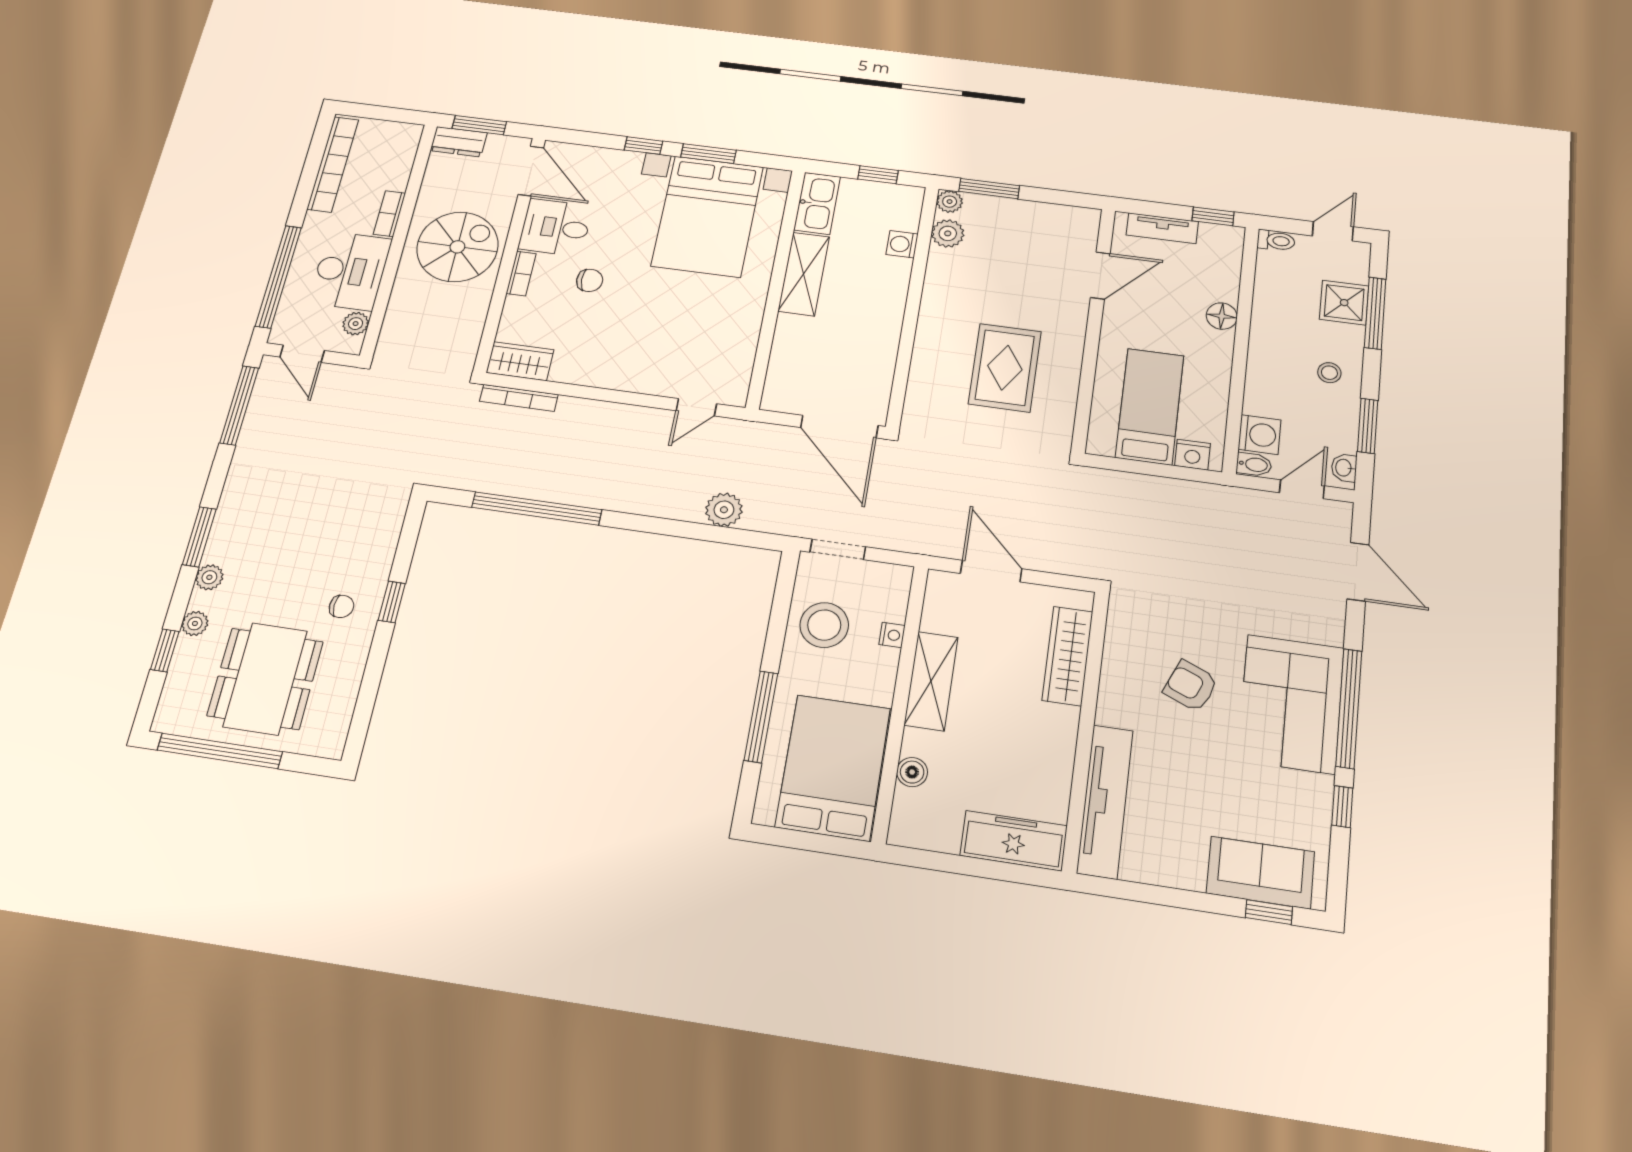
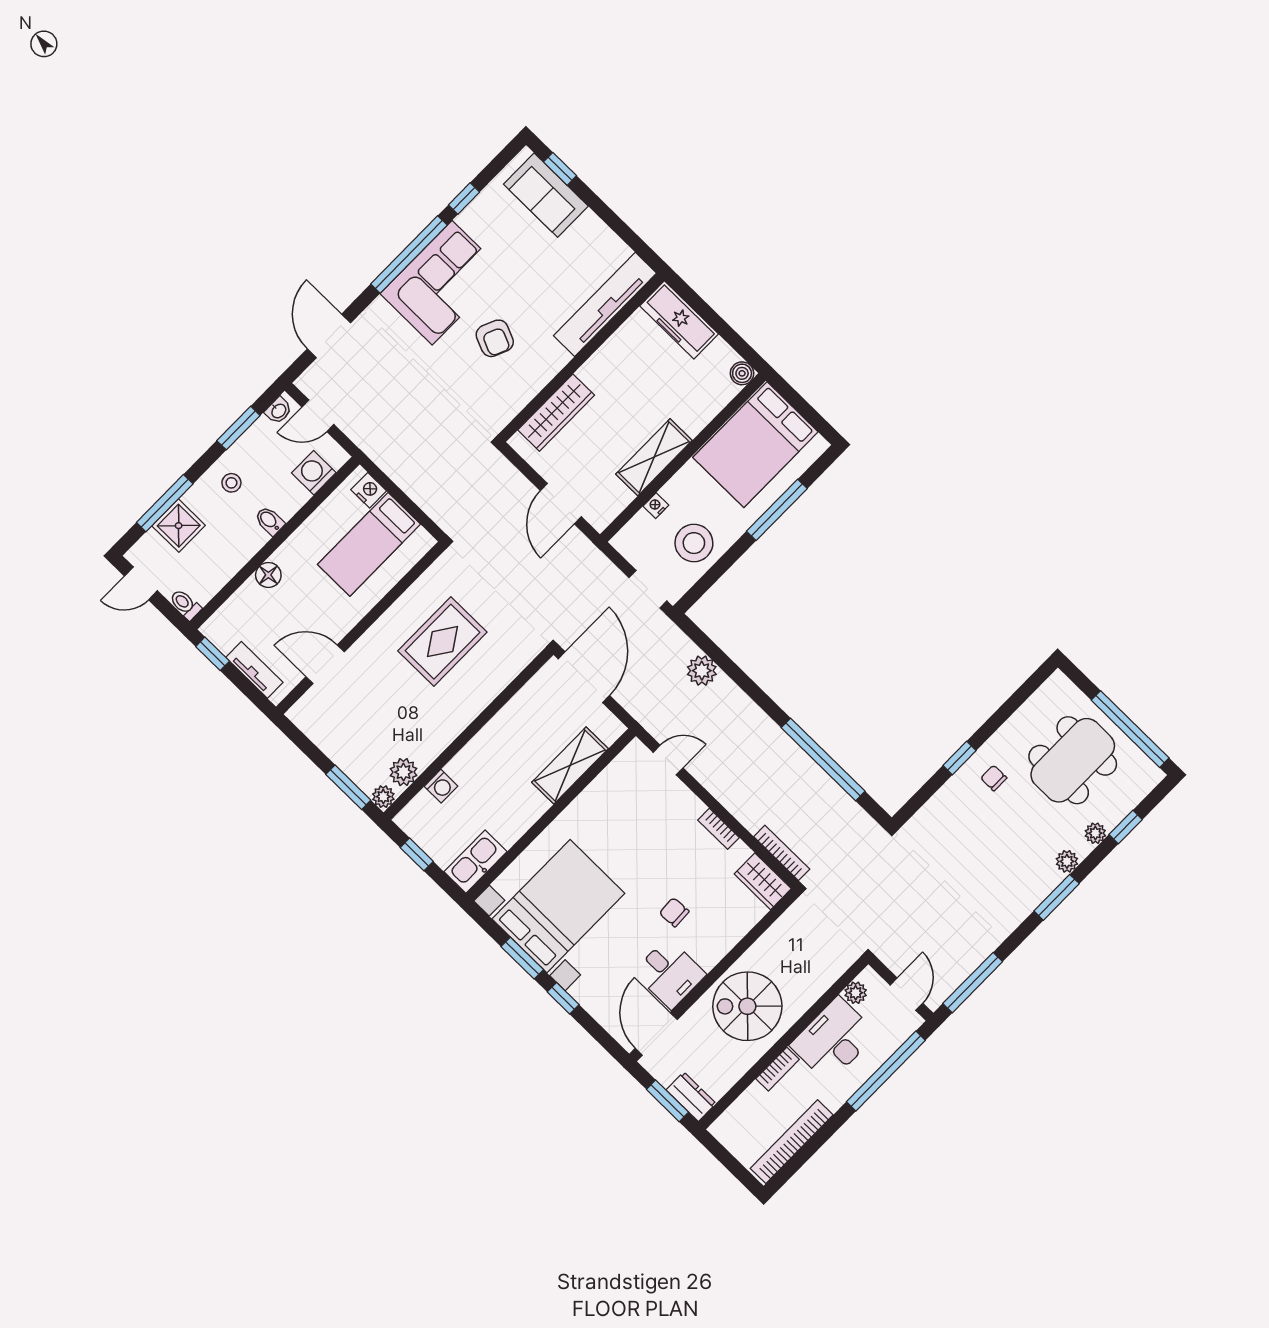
bookcase: (521, 274) -> (719, 829), moved, turned -90
shelving: (804, 274) -> (570, 765), moved
bidet: (1254, 464) -> (270, 521), moved
boiler: (912, 772) -> (742, 373), moved

